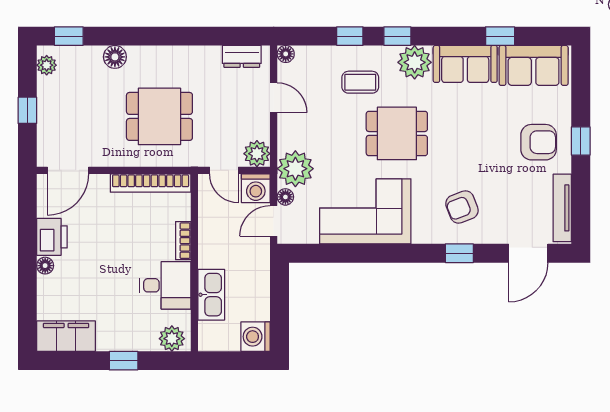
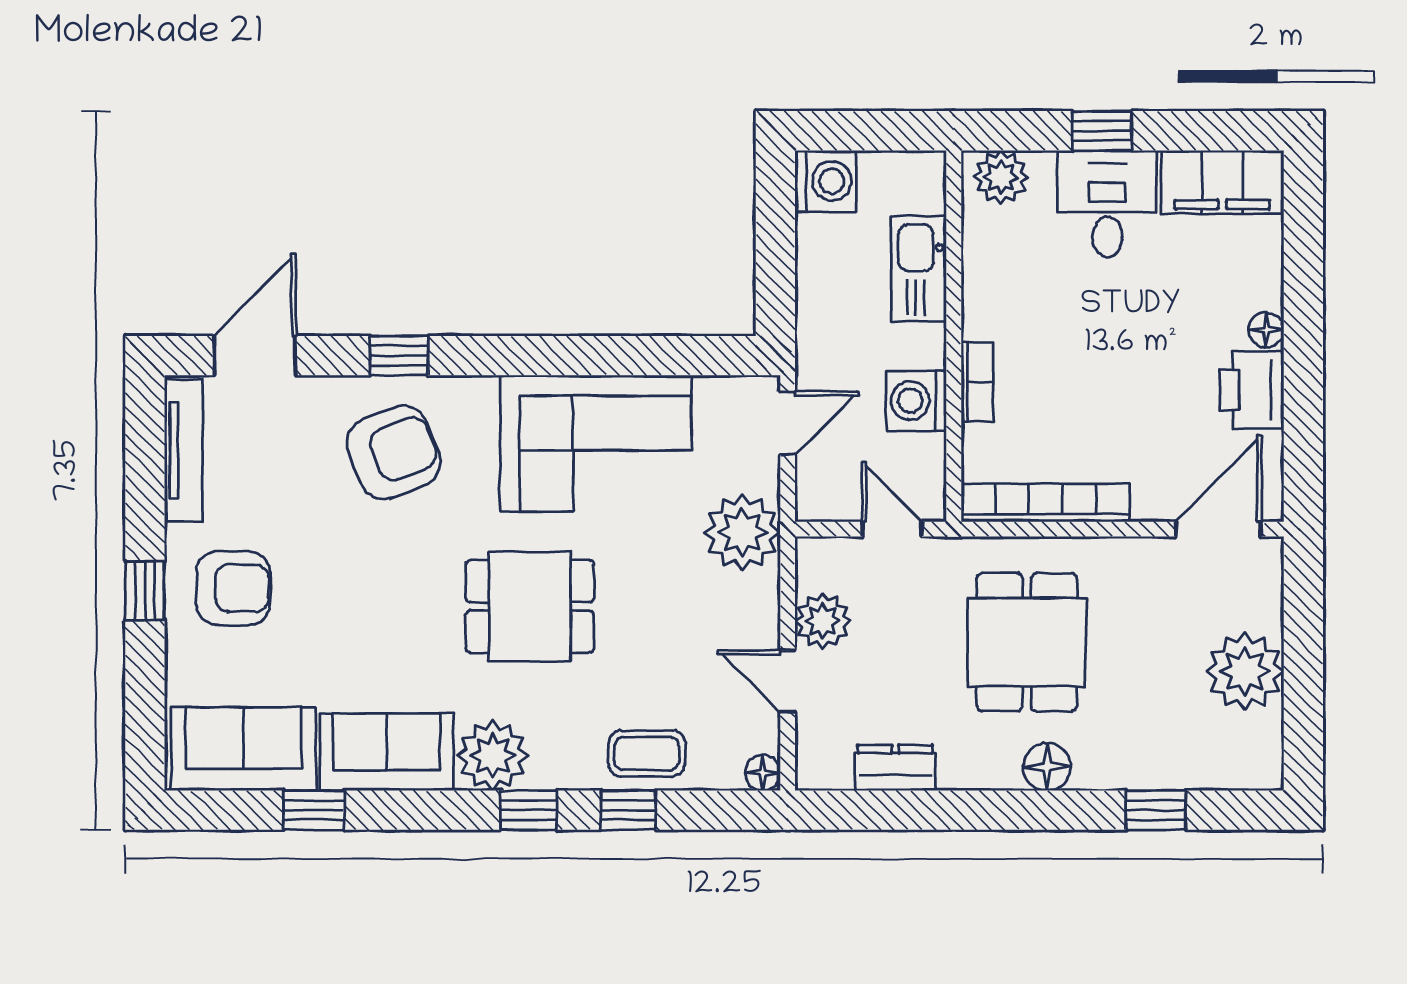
window: (69, 36) -> (1156, 810), moved
dresser: (242, 56) -> (895, 768), moved
floor lamp: (115, 57) -> (1047, 767), moved
plant: (47, 65) -> (1245, 671), moved, width x1.87, depth x1.87
coffee table: (360, 82) -> (647, 754), moved
window: (27, 110) -> (1303, 655), removed
dining table: (159, 116) -> (1027, 642), turned 90
armchair: (539, 142) -> (233, 588), turned 180
plant: (257, 154) -> (823, 621), moved
washing machine: (256, 188) -> (916, 401), moved, turned -90
floor lamp: (285, 197) -> (763, 474), removed
armchair: (462, 207) -> (394, 452), width x1.38, depth x1.38
desk: (165, 285) -> (1107, 204), moved, turned 90

